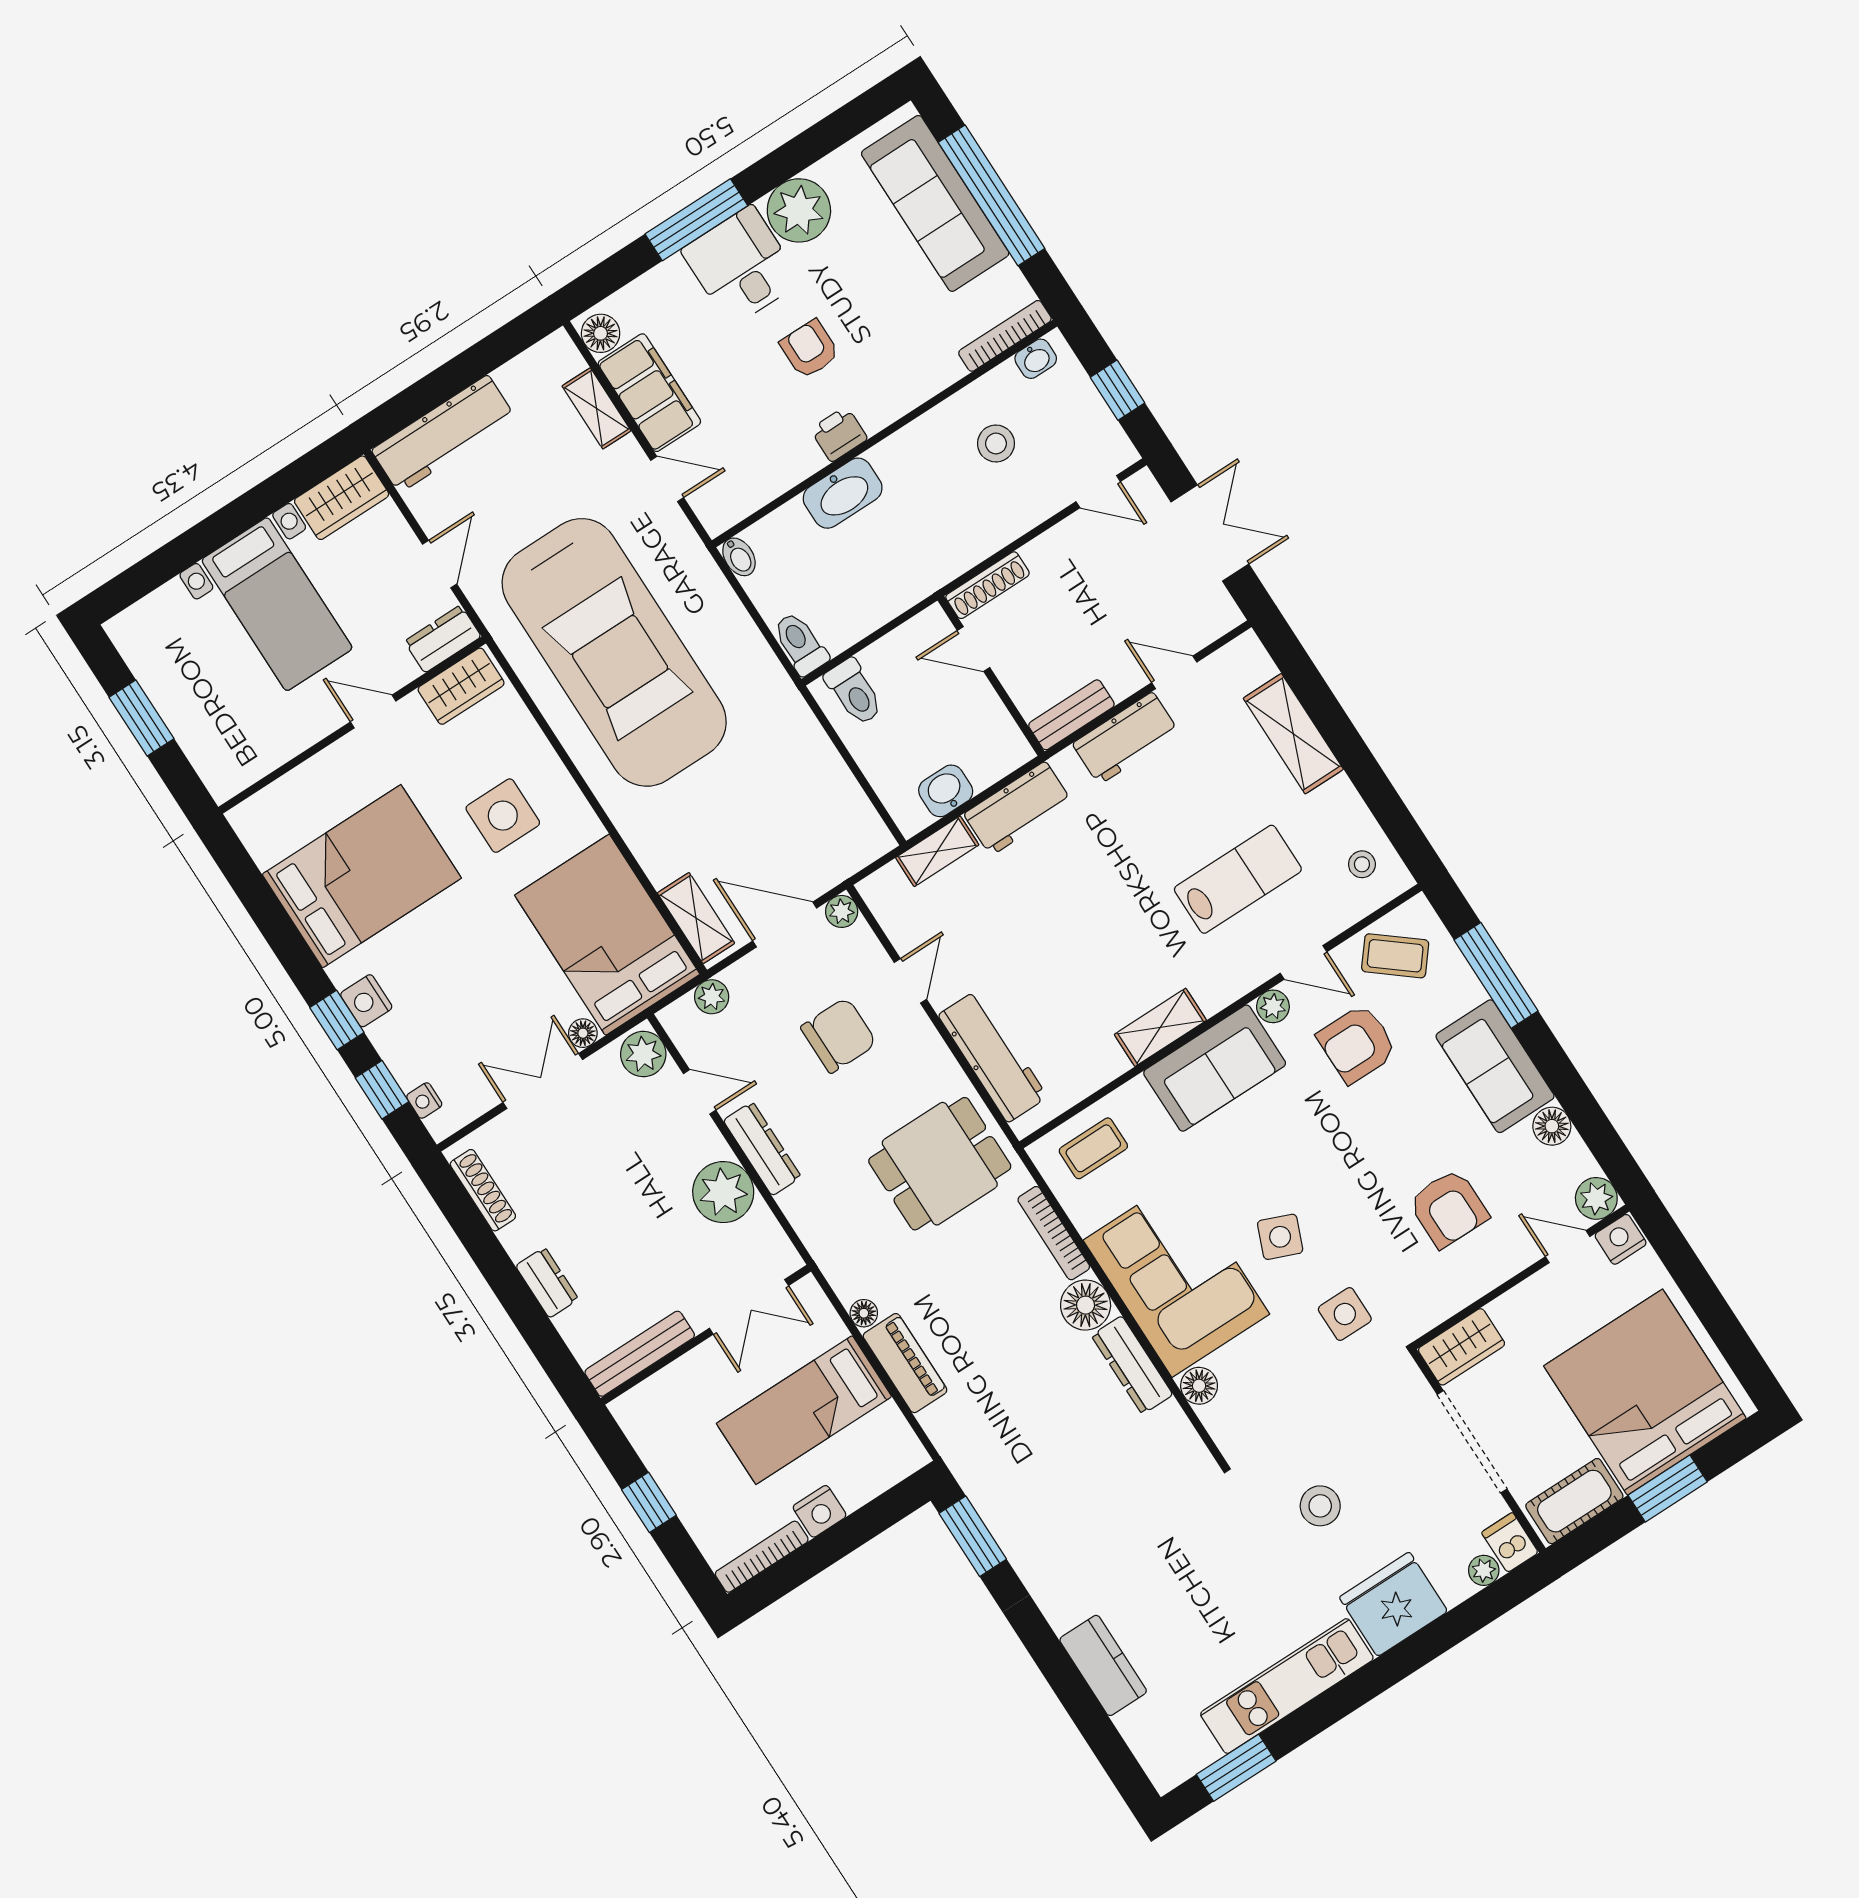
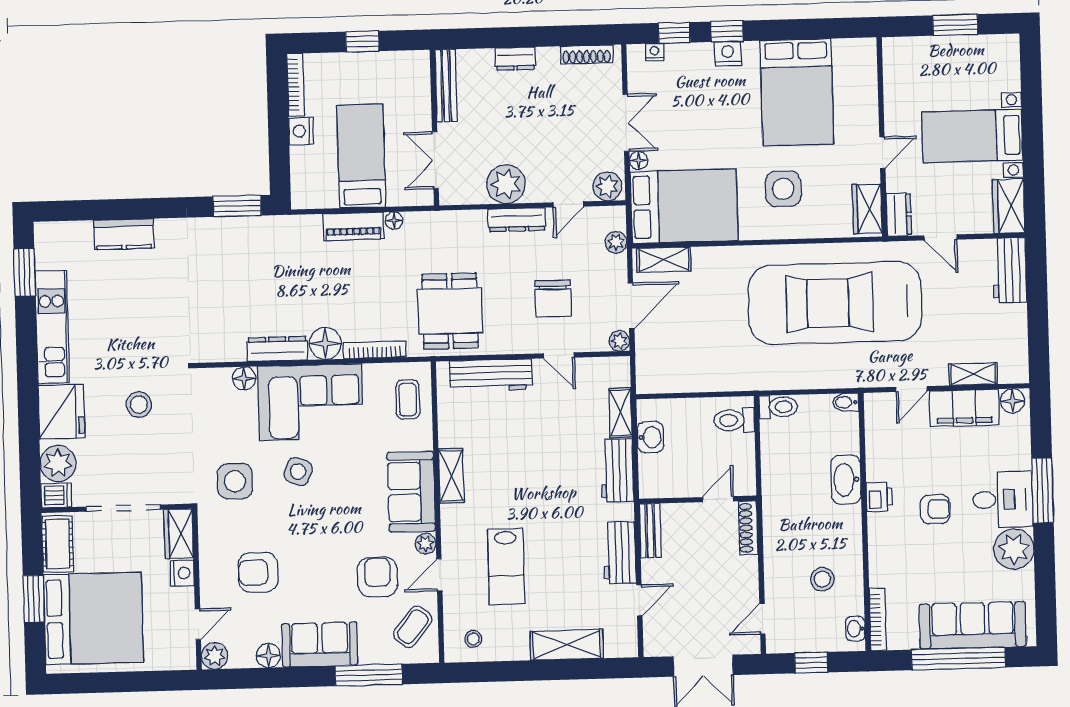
workbench: (443, 434) -> (1009, 270), width x0.73
nightstand: (1621, 1239) -> (182, 573), moved
side table: (1345, 1314) -> (235, 481), width x1.37, depth x1.37
plant: (1484, 1570) -> (58, 463), width x1.87, depth x1.87

